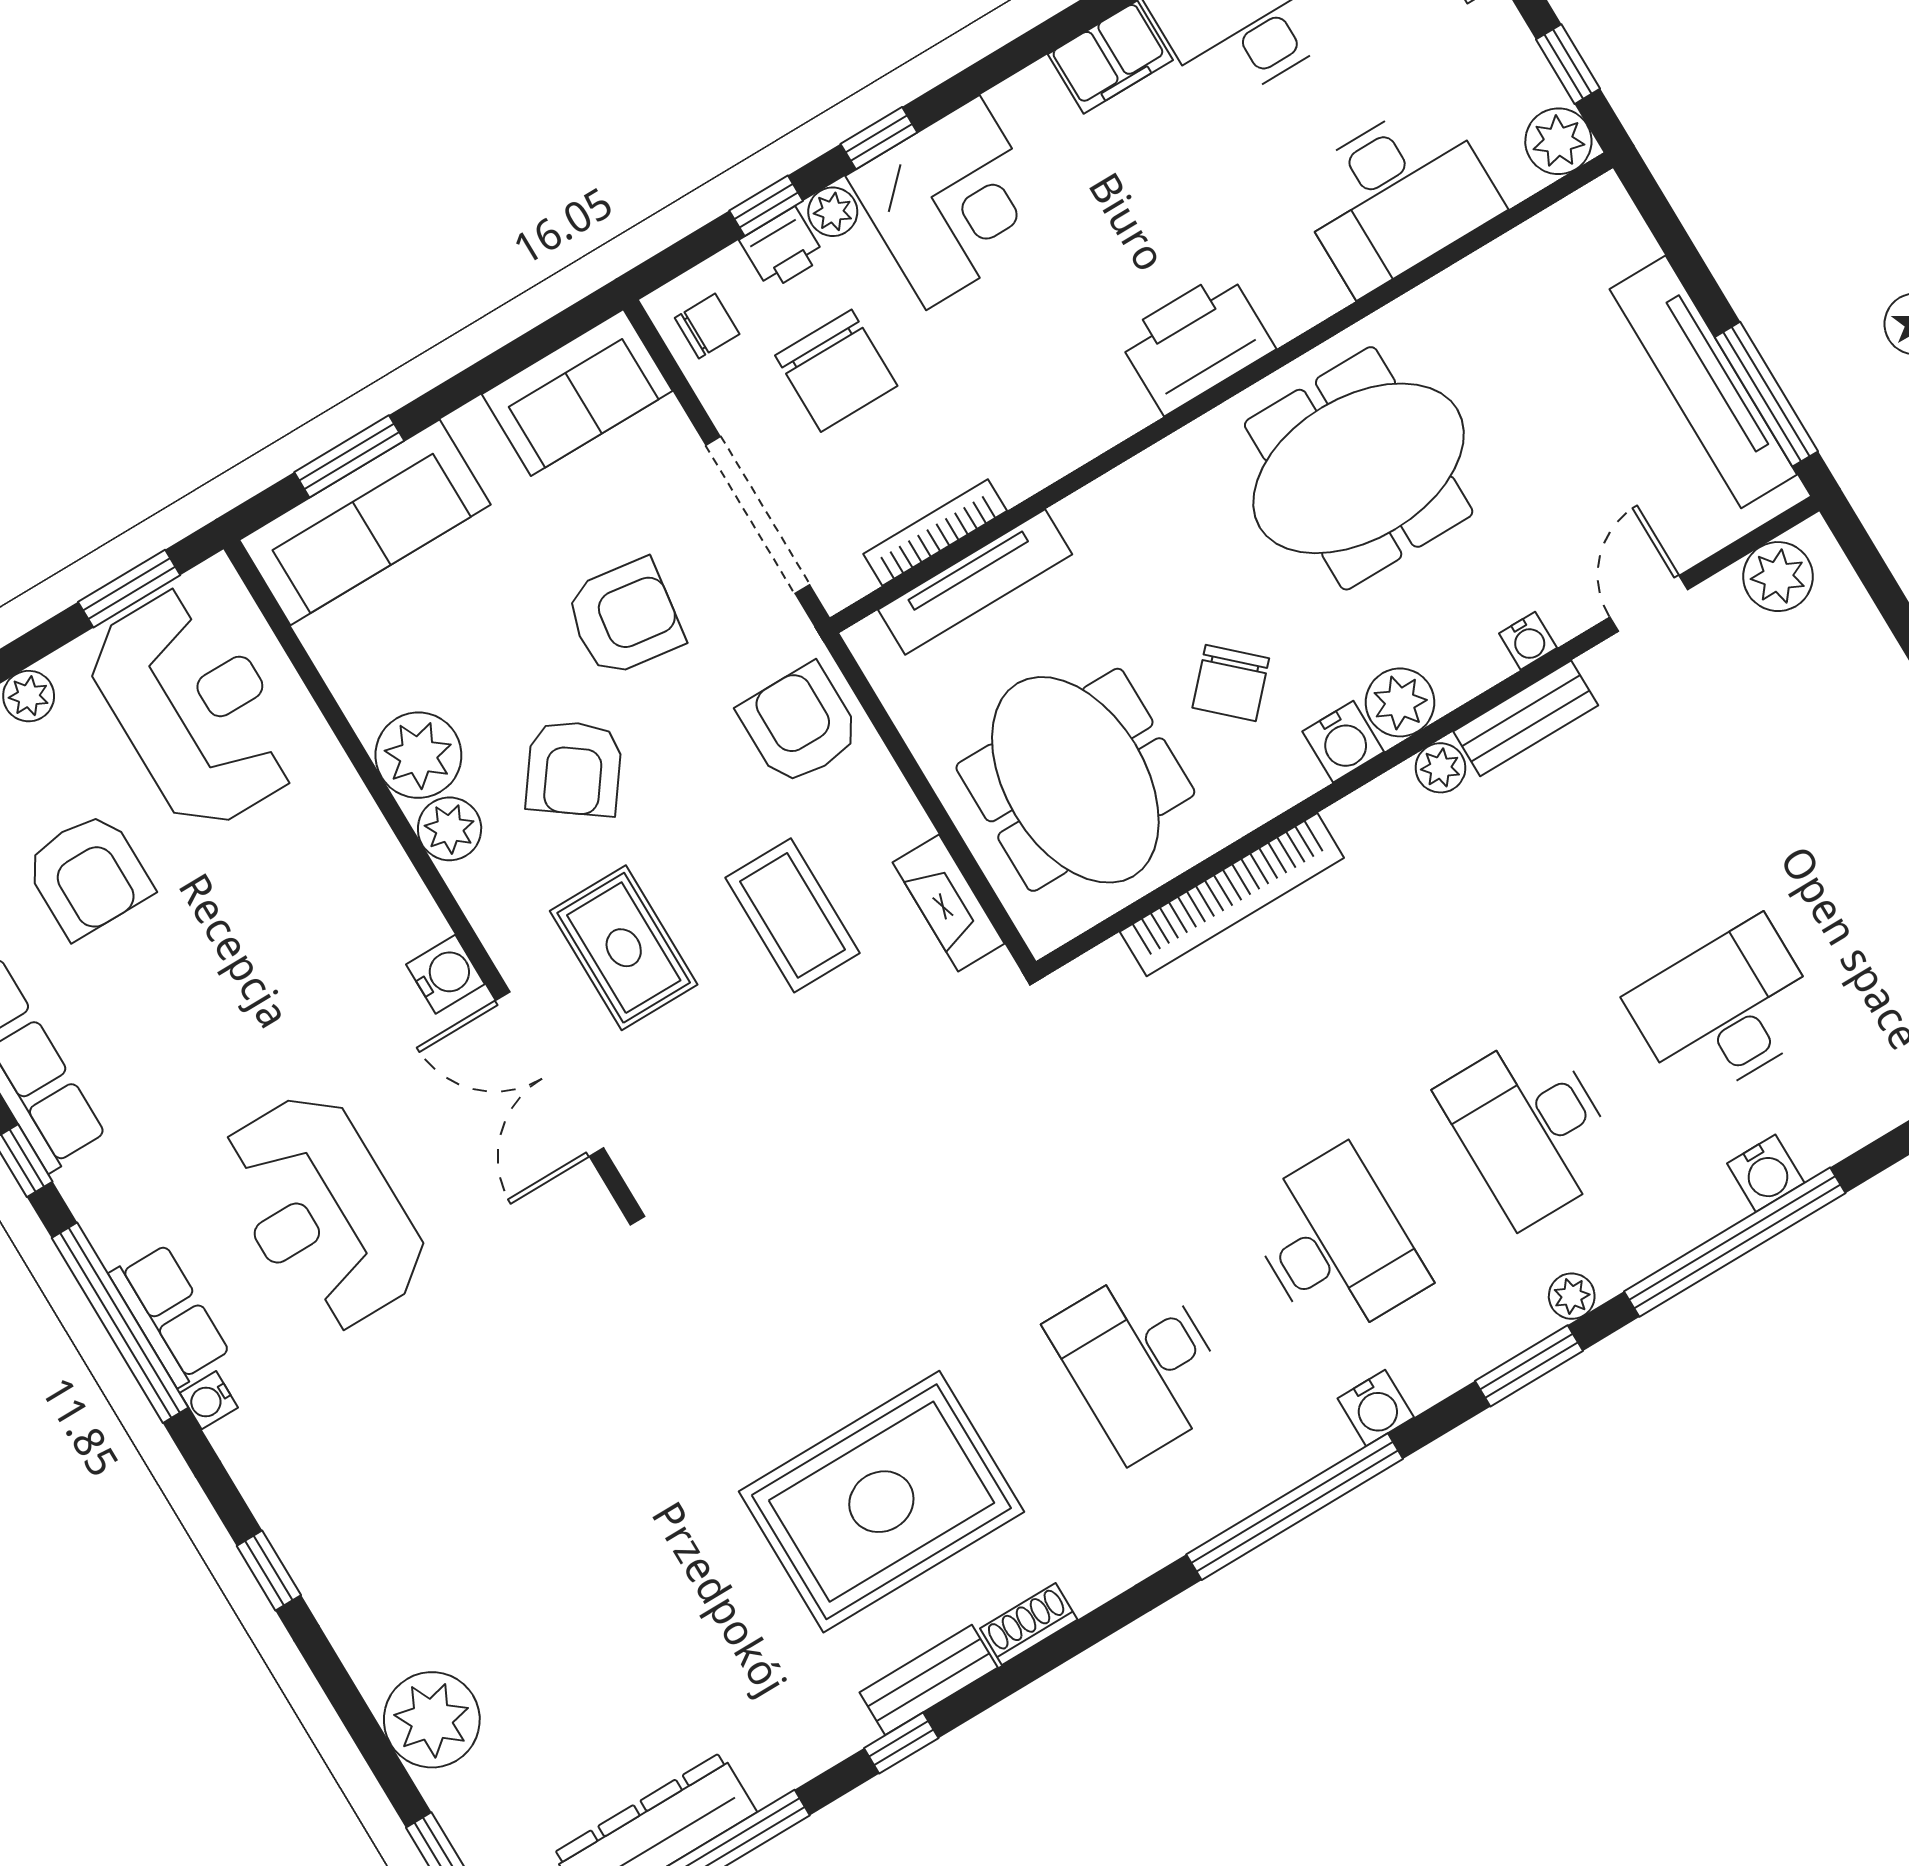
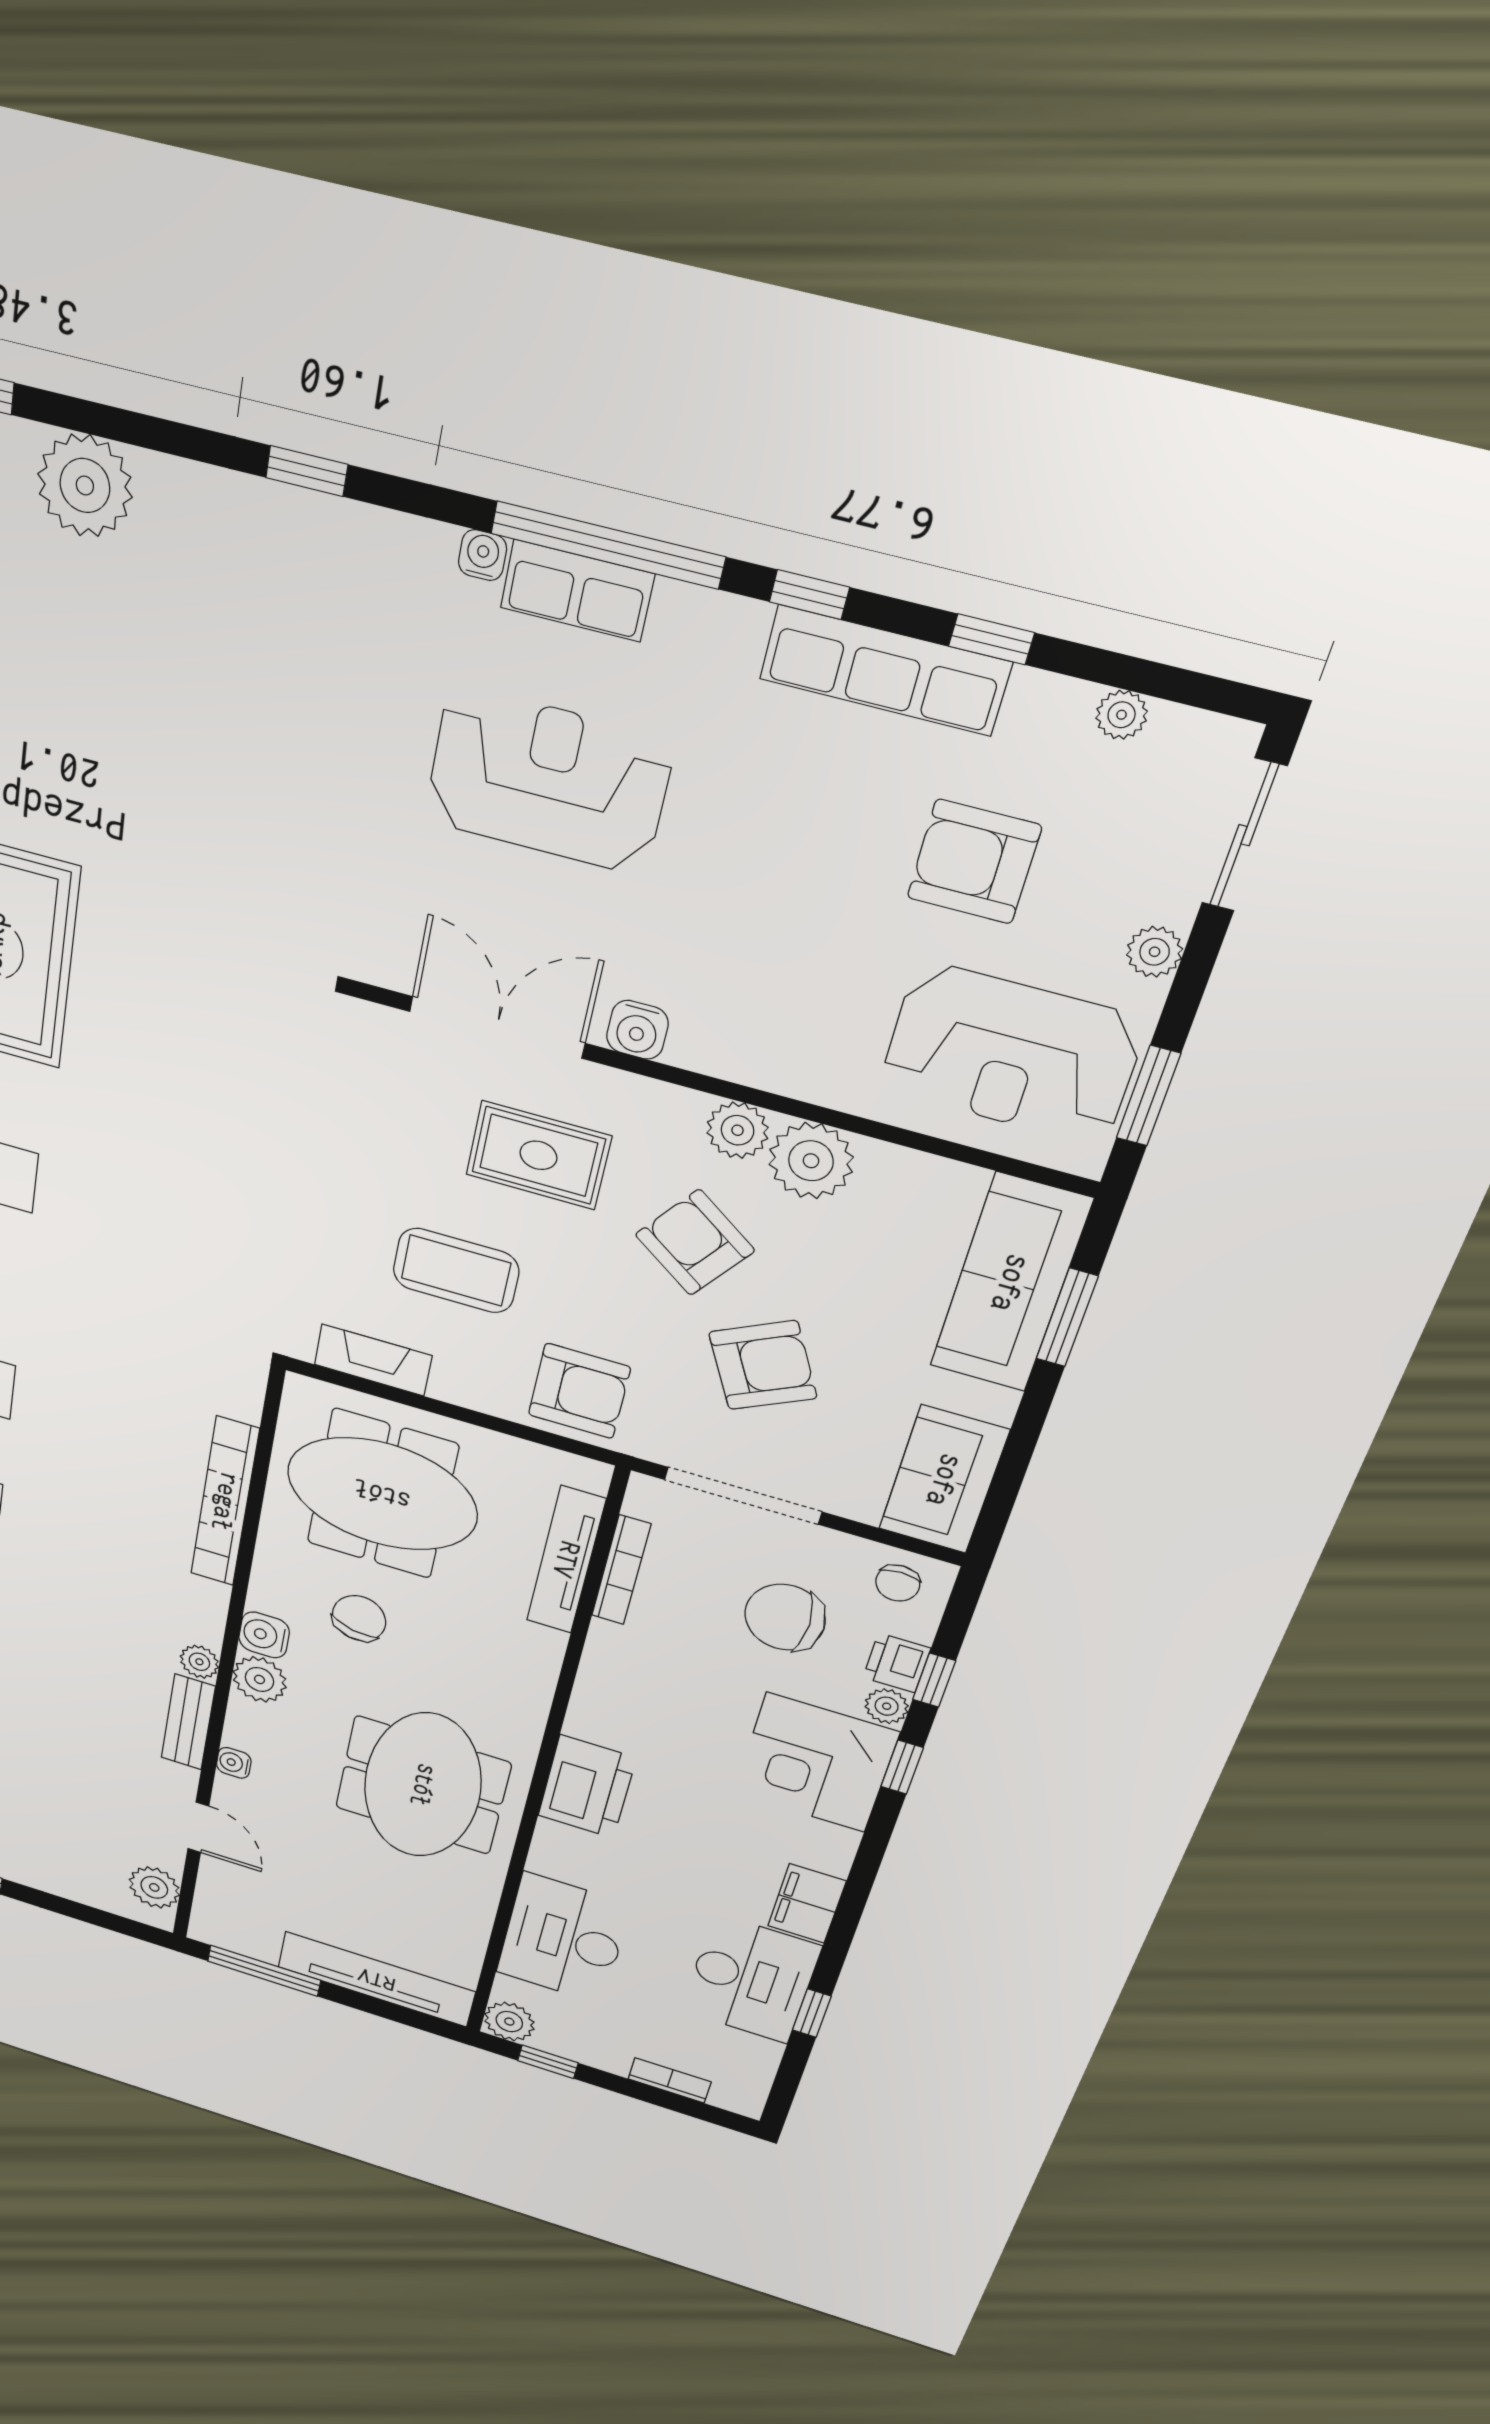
tv unit: (1703, 382) -> (376, 1979), moved
armchair: (624, 618) -> (763, 1365), turned -125
chair: (1231, 683) -> (359, 1618), turned 60

